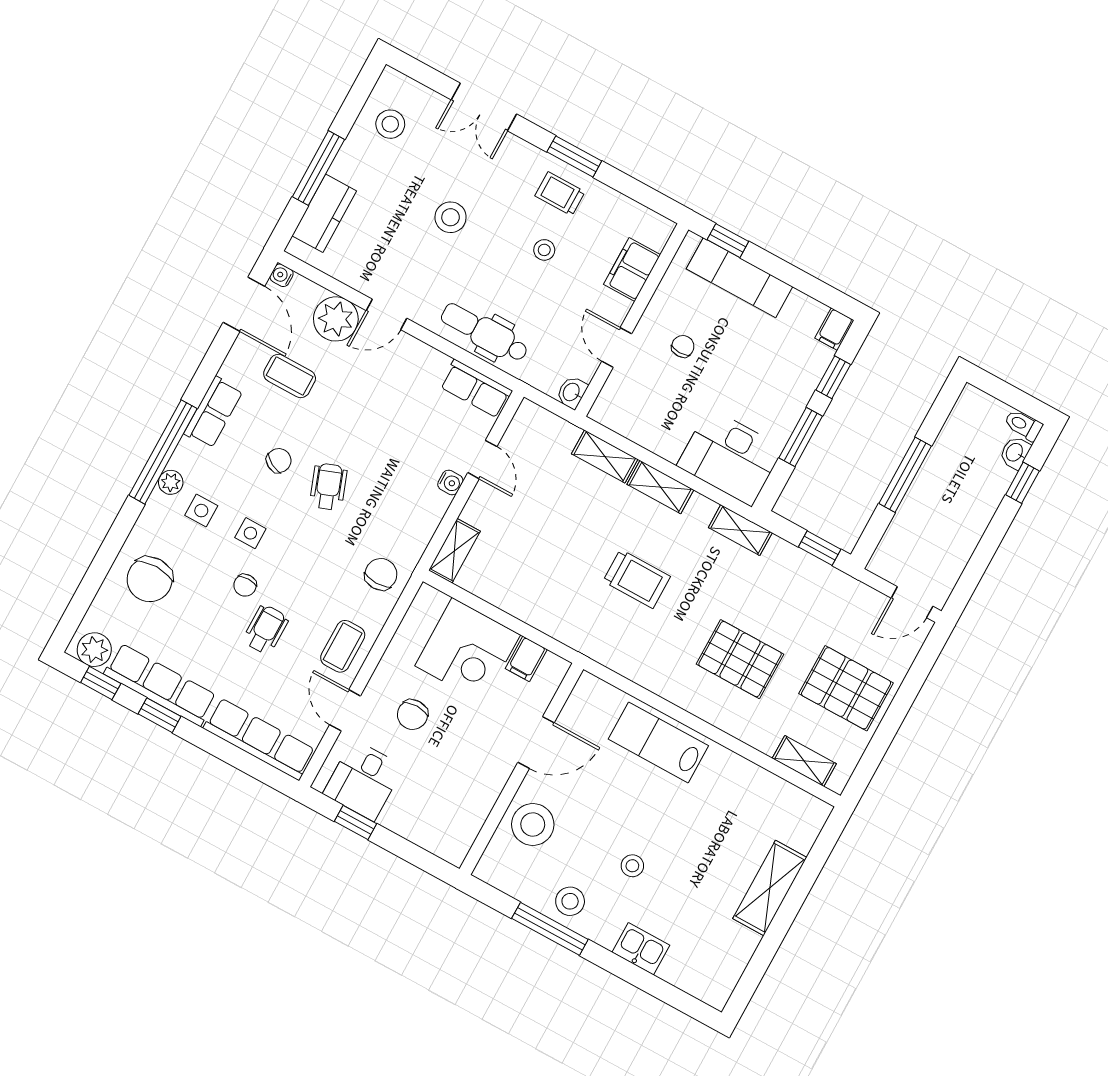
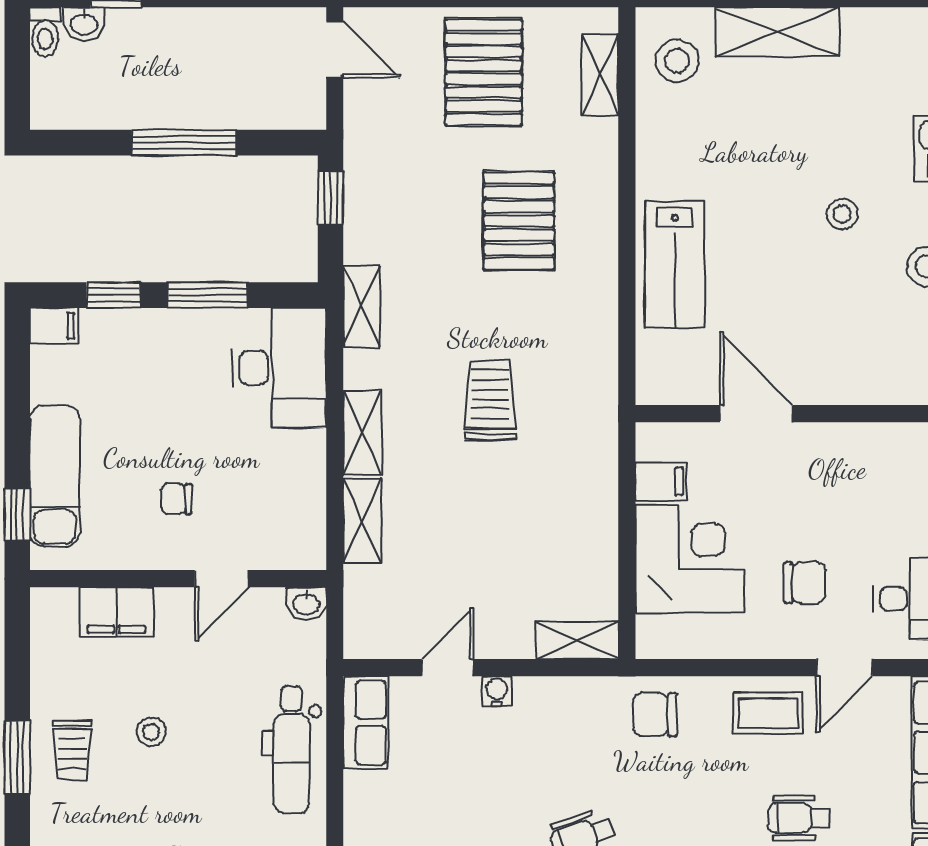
stool: (533, 824) -> (677, 61), moved, width x0.73, depth x0.73

